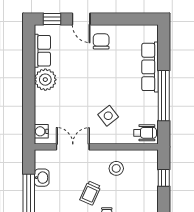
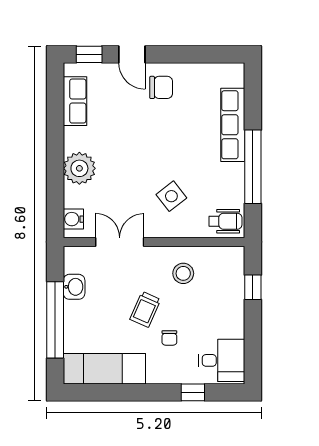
chair: (101, 41) -> (161, 87), turned 90
plant: (45, 80) -> (79, 168), moved

